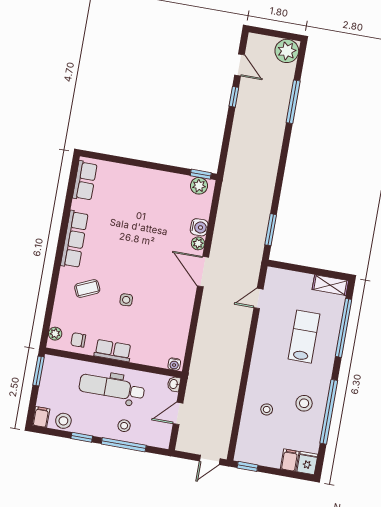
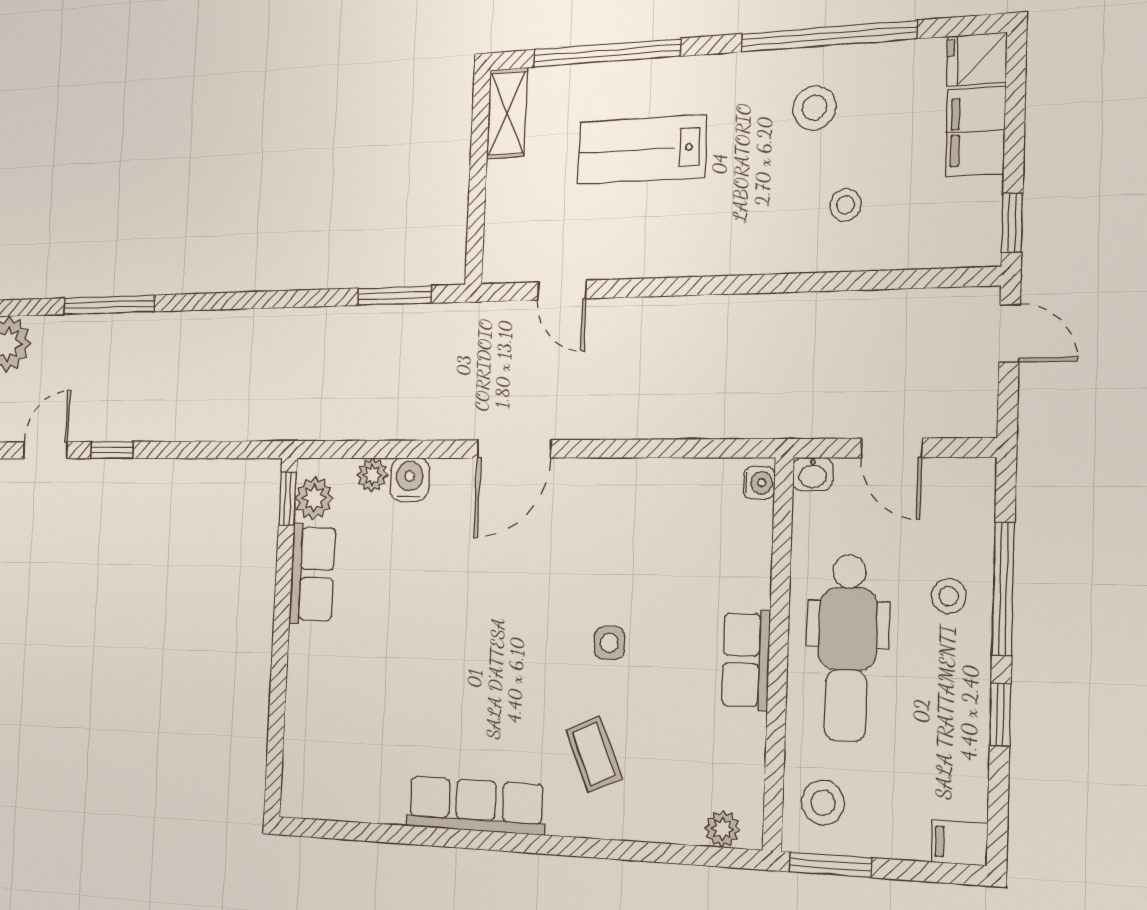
row of seats: (85, 181) -> (312, 574), moved, turned 90
plant: (198, 243) -> (372, 475), moved
chair: (78, 340) -> (731, 761), removed
stool: (63, 421) -> (823, 803), moved
filing cabinet: (290, 460) -> (976, 131), width x2.00

